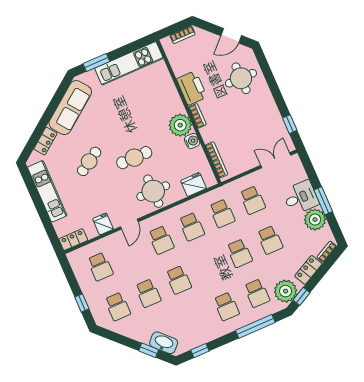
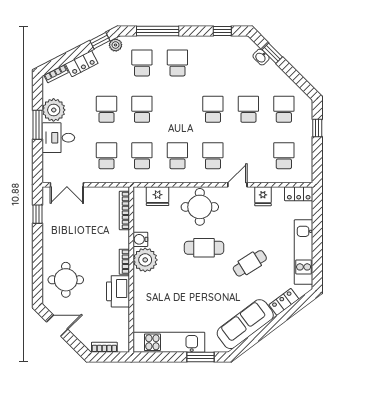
plant: (286, 291) -> (116, 45), width x0.53, depth x0.53
washbasin: (164, 343) -> (261, 57), width x0.52, depth x0.69

